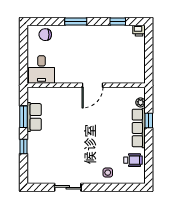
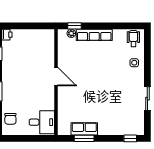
window: (149, 120) -> (74, 26), moved
window: (24, 147) -> (130, 138), moved
wheelchair: (133, 160) -> (133, 38), moved

